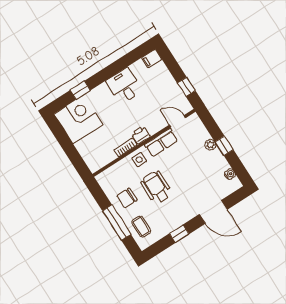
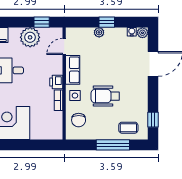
plant: (166, 85) -> (30, 37), added
plant: (235, 184) -> (142, 33), added
chair: (127, 198) -> (79, 120), moved
window: (179, 234) -> (153, 120), moved

